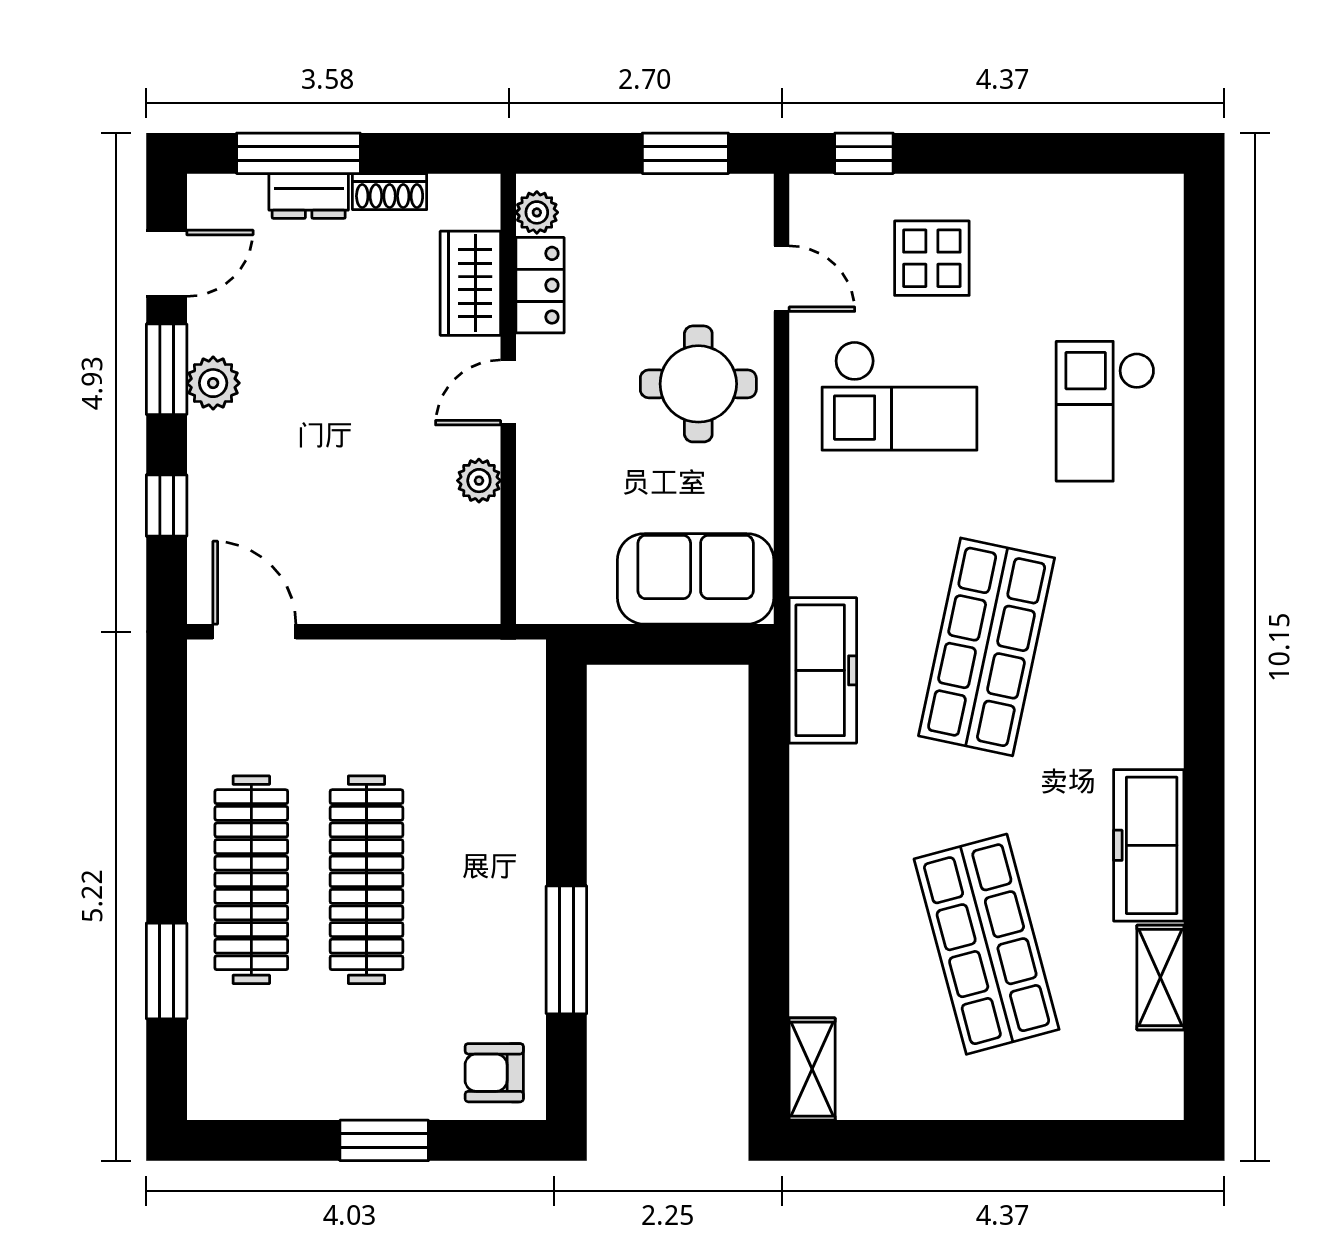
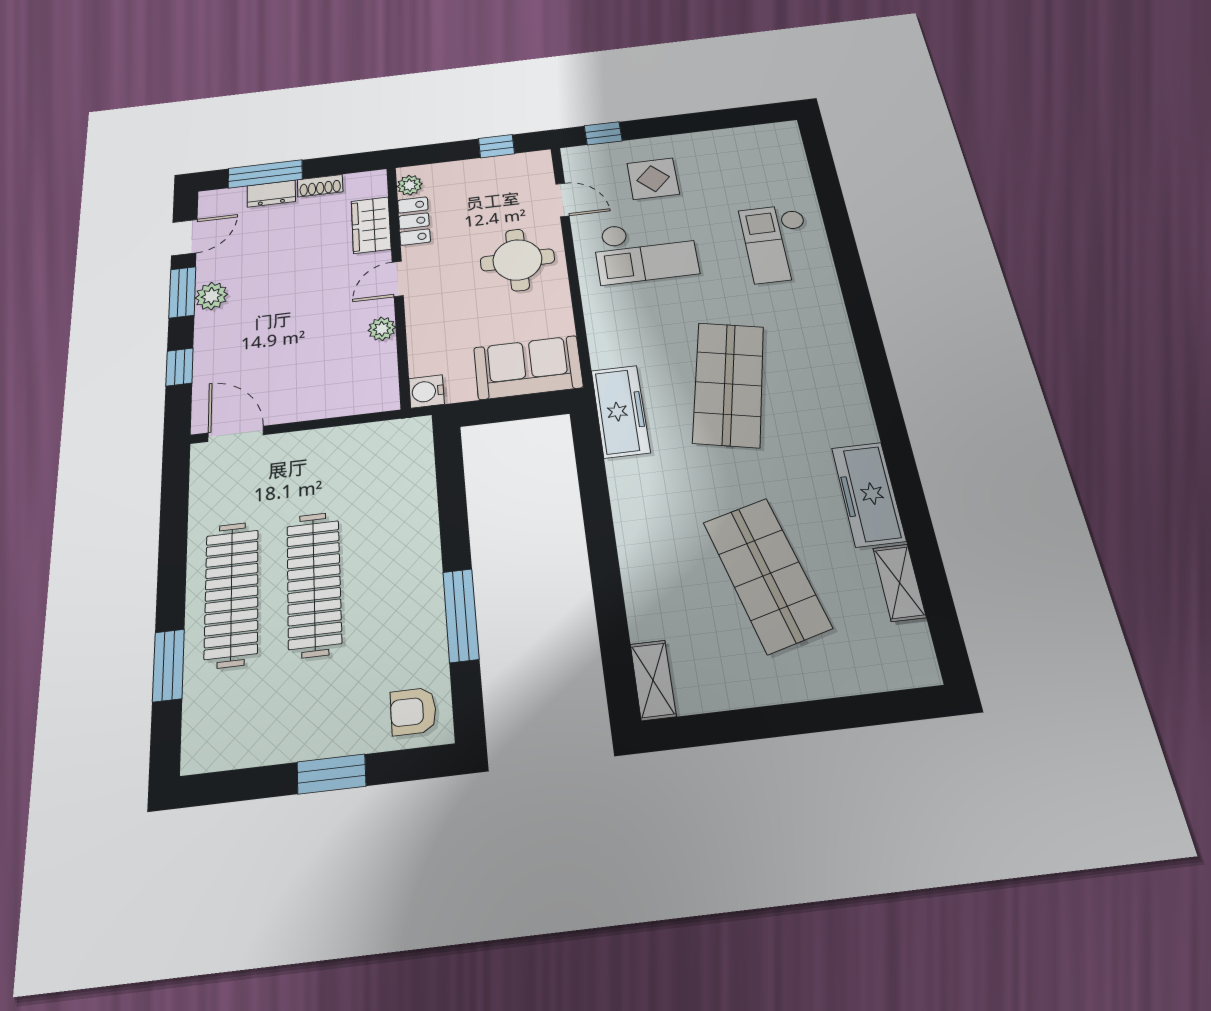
window: (685, 153) -> (496, 146), width x0.67
water cooler: (541, 599) -> (427, 391), added

